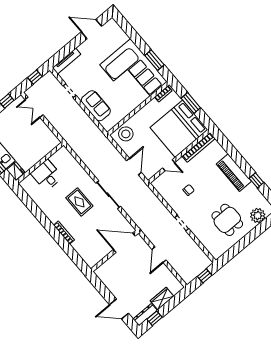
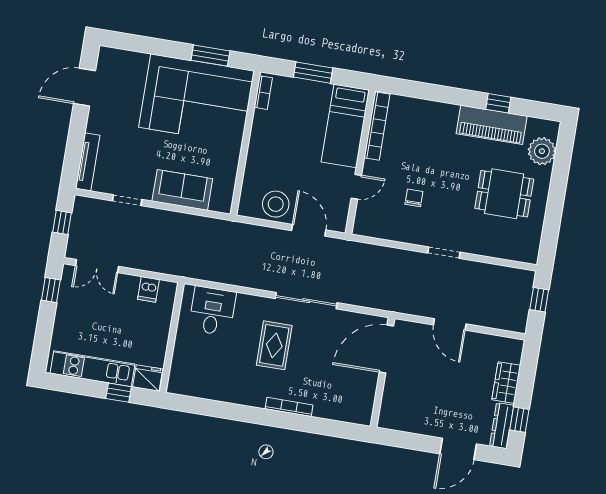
bed: (179, 129) -> (345, 126), width x0.49
stool: (126, 134) -> (276, 204), moved
dishwasher: (47, 135) -> (148, 289), added
piano: (234, 173) -> (492, 125), moved
desk: (47, 175) -> (212, 311), moved, turned 90
rug: (79, 202) -> (274, 345), turned 90

